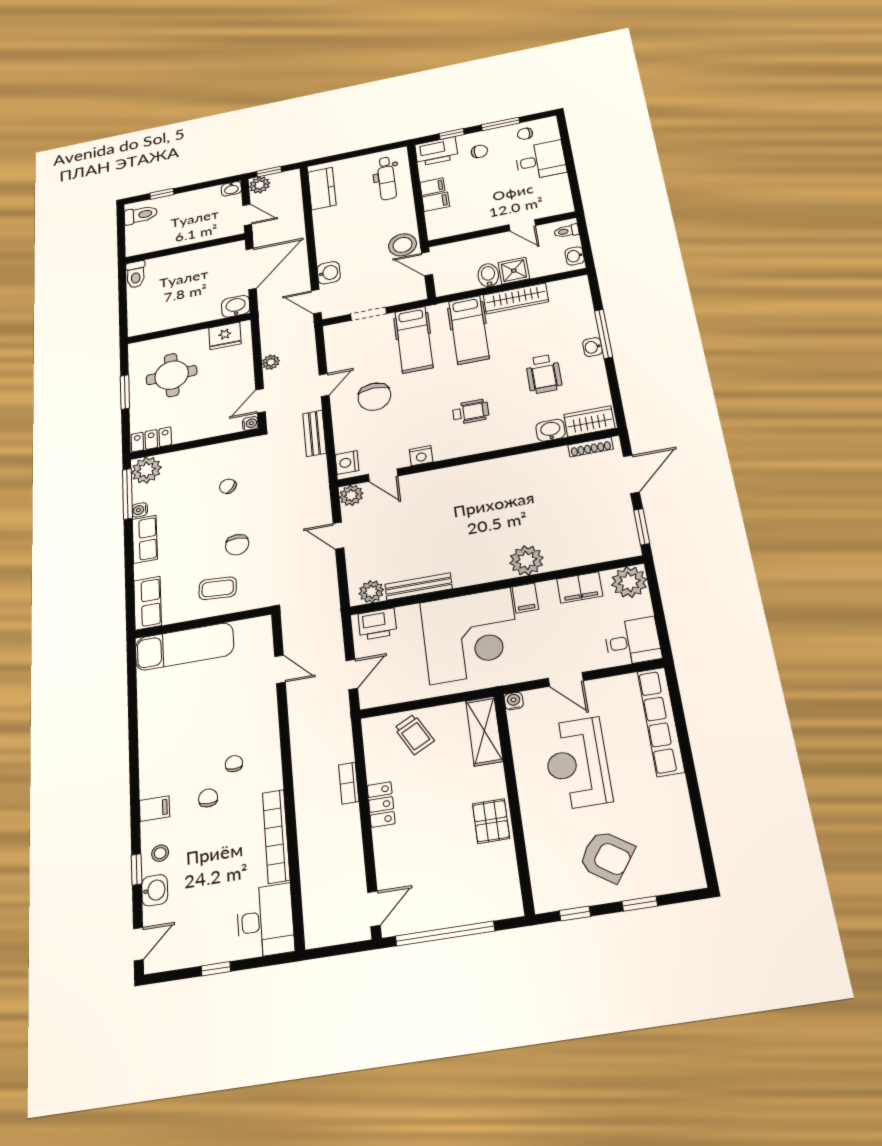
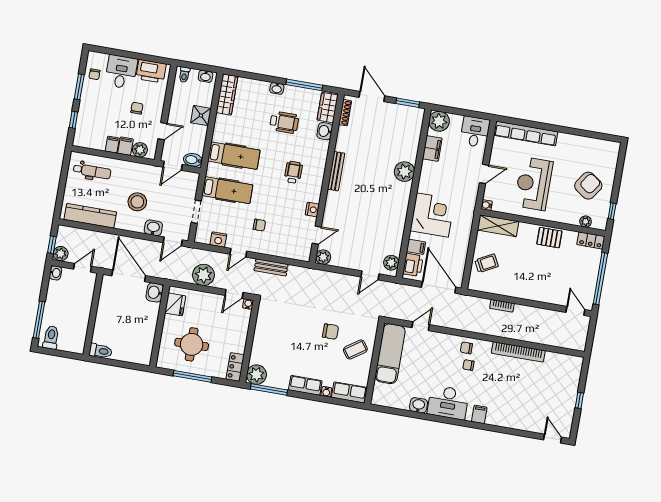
chair: (479, 151) -> (137, 108), moved
printer: (436, 152) -> (151, 71), moved, turned 90
kitchen counter: (322, 188) -> (90, 216), width x1.50
window: (162, 194) -> (39, 320), width x2.17
plant: (436, 219) -> (140, 150), added
door: (522, 225) -> (163, 131), moved
stool: (402, 245) -> (137, 202), moved
bidet: (488, 275) -> (193, 160), moved
wardrobe: (516, 298) -> (227, 94), moved
window: (604, 334) -> (304, 85), moved
plant: (271, 362) -> (203, 275), width x1.88, depth x1.88
door: (324, 385) -> (238, 253), swing flipped
window: (125, 392) -> (192, 376), width x1.44
chair: (374, 397) -> (259, 225), width x0.54, depth x0.54
door: (261, 401) -> (234, 294), hinge flipped
nightstand: (347, 463) -> (218, 240), moved
chair: (228, 486) -> (288, 328), removed
water cooler: (140, 510) -> (326, 392), moved
door: (338, 536) -> (370, 275), moved
bench: (419, 586) -> (336, 171), moved
coffee table: (218, 588) -> (355, 349), turned 51
filing cabinet: (525, 598) -> (416, 247), moved
corner desk: (470, 636) -> (432, 215), width x0.74, depth x0.74
exam couch: (184, 647) -> (390, 354), moved
door: (352, 674) -> (439, 287), width x1.87
reception desk: (577, 763) -> (533, 184), turned 90
chair: (208, 798) -> (466, 348), moved
locker: (381, 804) -> (591, 240), moved, turned 180
stool: (160, 853) -> (506, 417), removed
window: (137, 869) -> (511, 431), removed
plant: (540, 873) -> (586, 221), added
washbasin: (155, 890) -> (419, 405), moved
window: (640, 904) -> (618, 178), removed
desk: (265, 921) -> (448, 402), moved, turned 180

